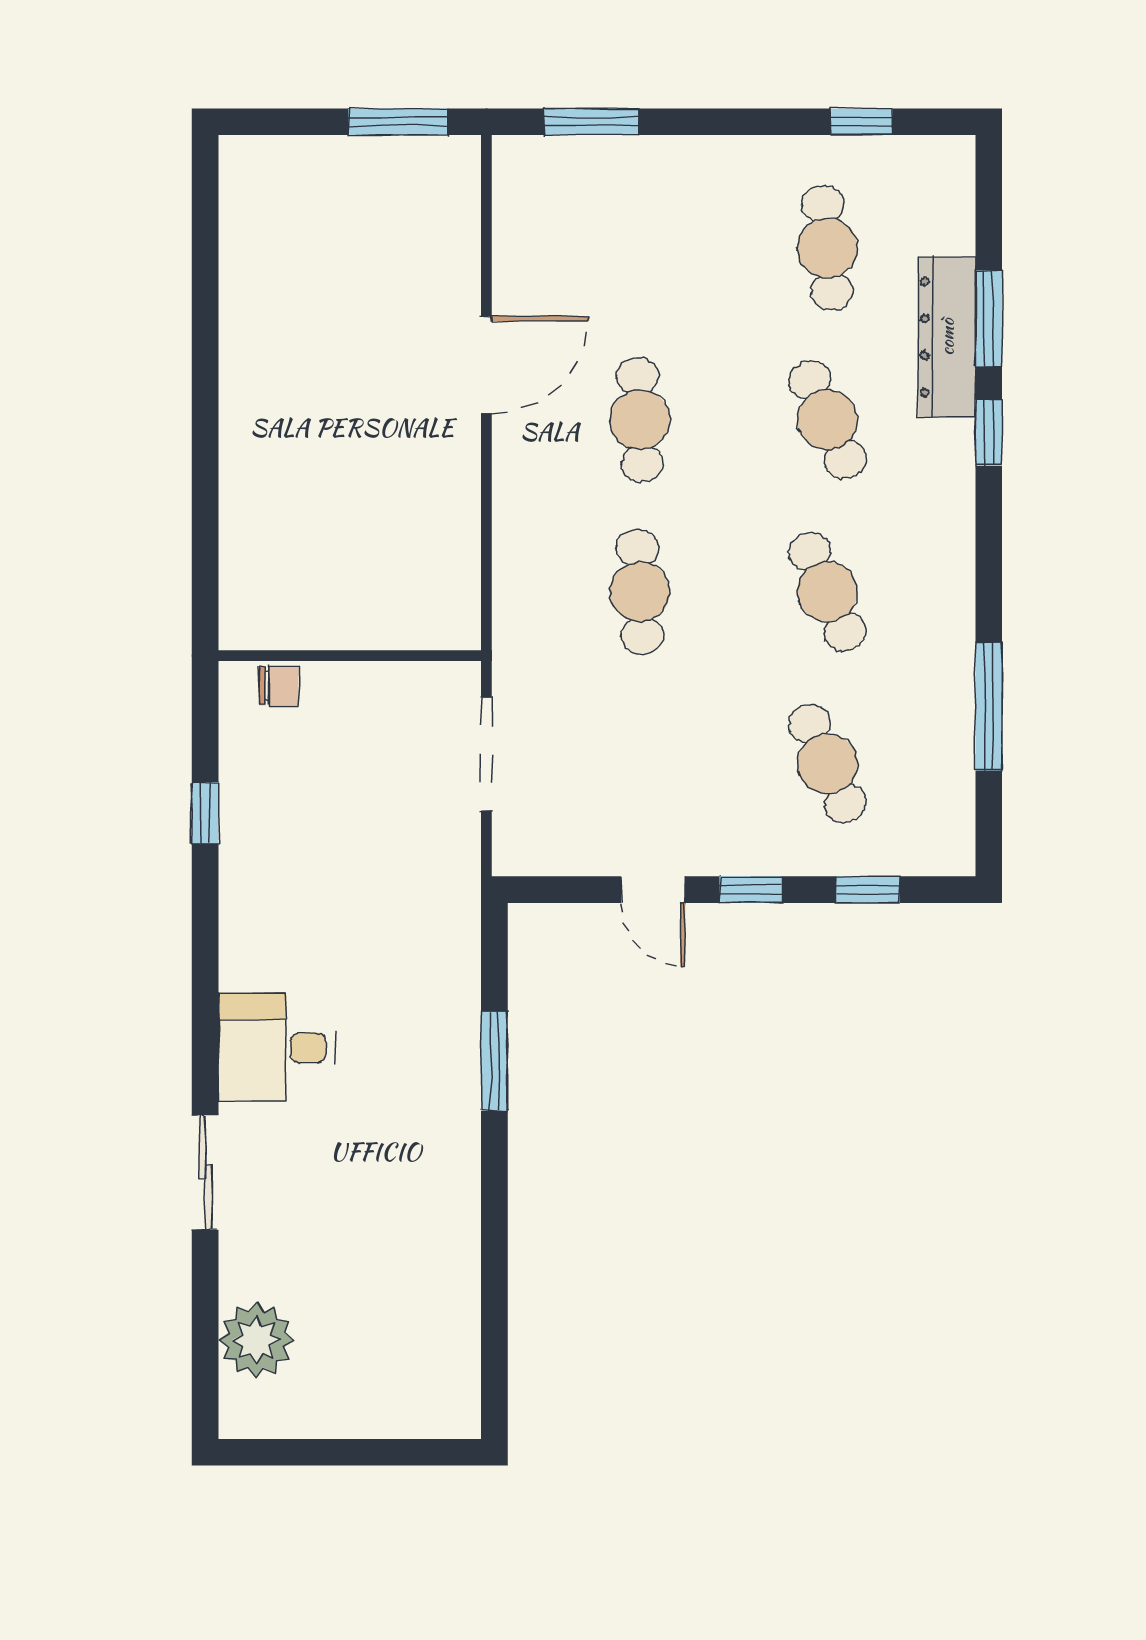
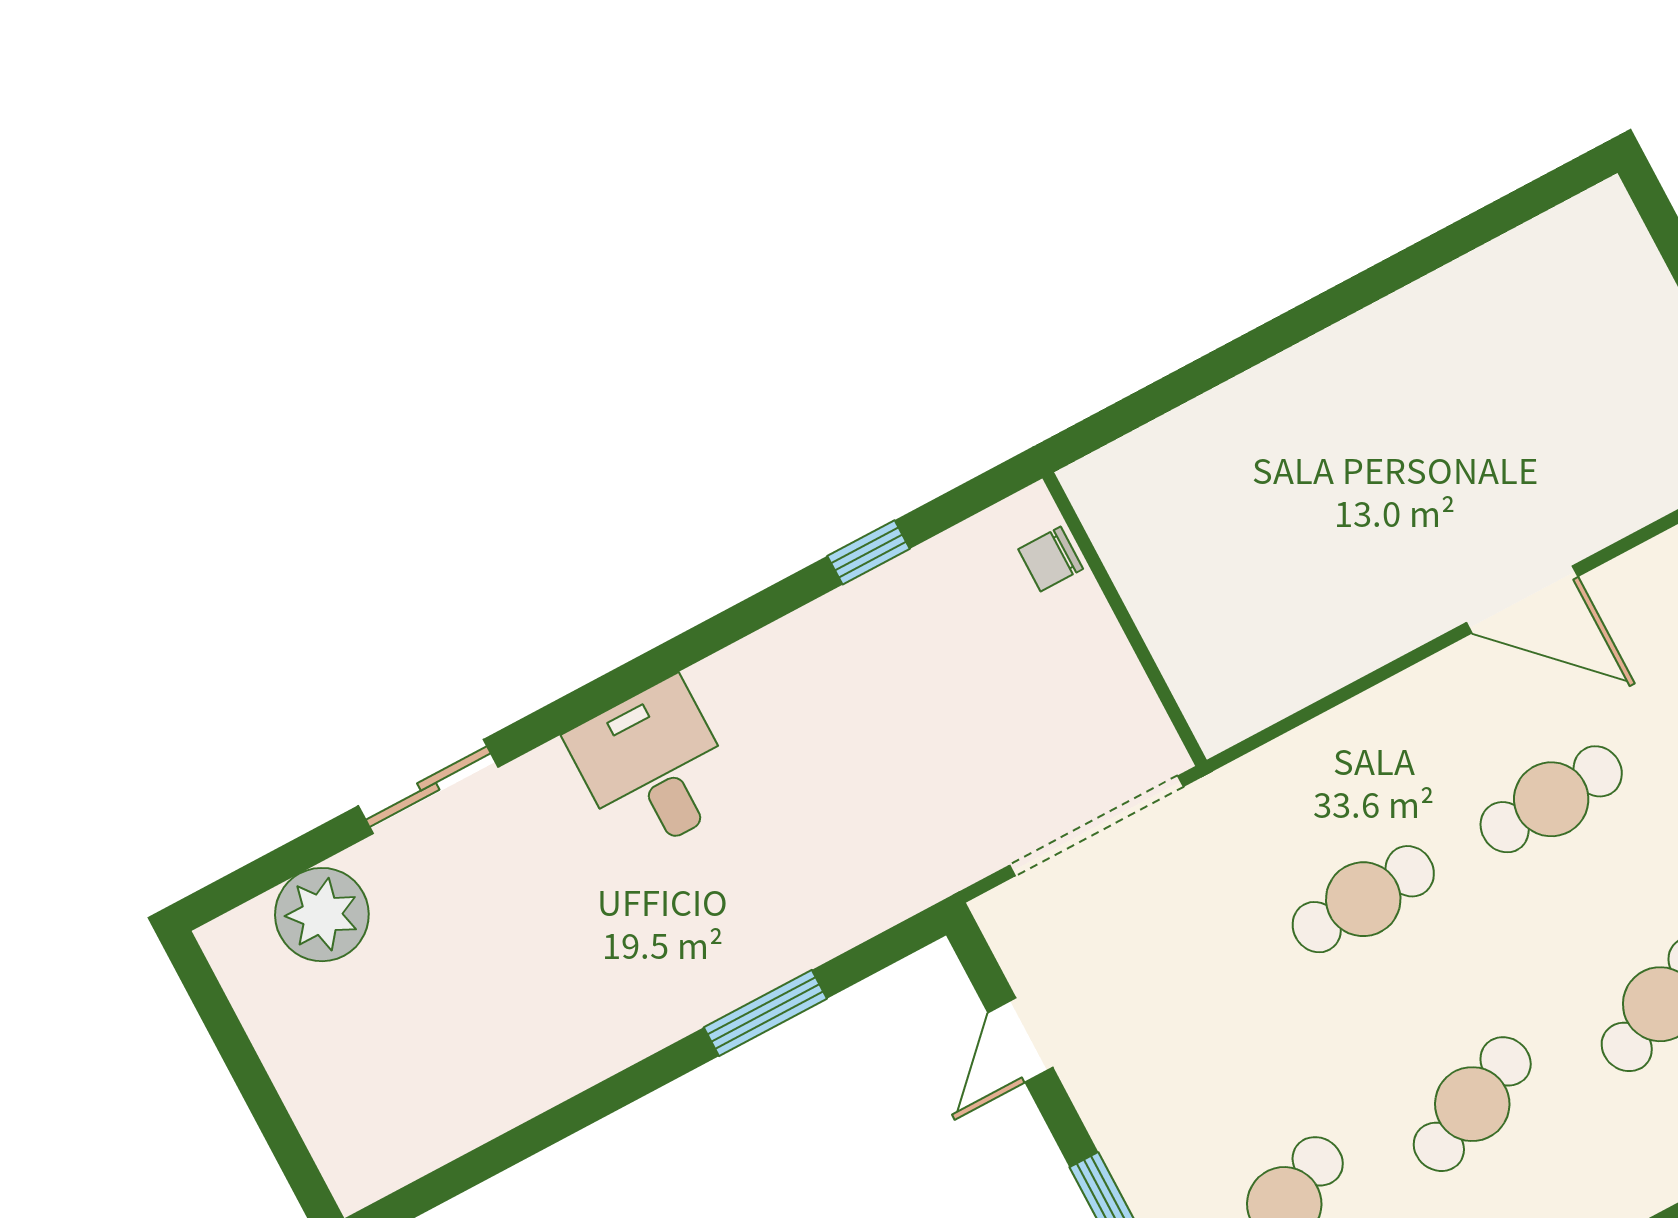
chair: (279, 686) -> (1051, 559), turned 90
doorway: (486, 754) -> (1096, 826), width x1.36
door: (653, 890) -> (1020, 1040), moved
sliding door: (205, 1172) -> (428, 787), moved

